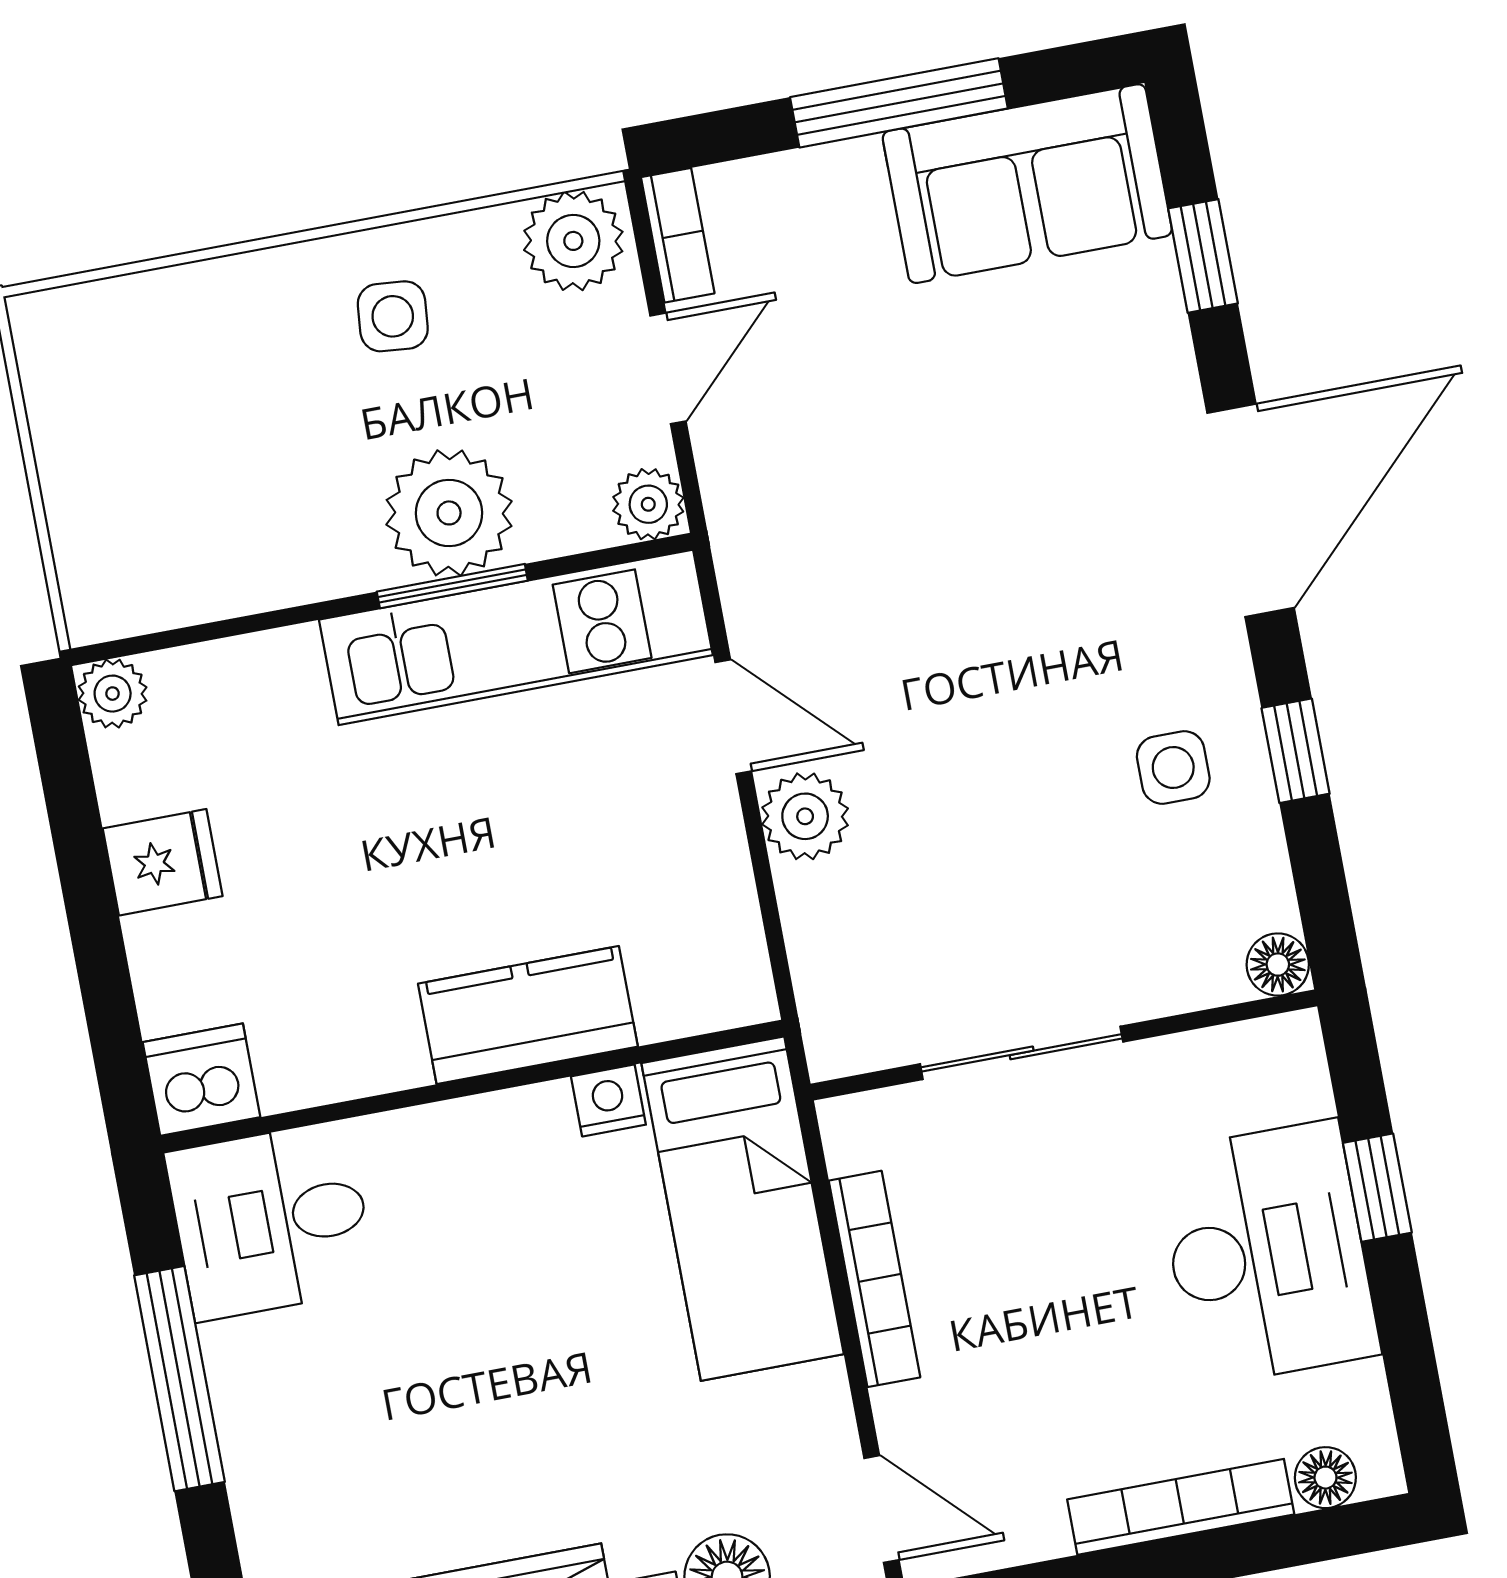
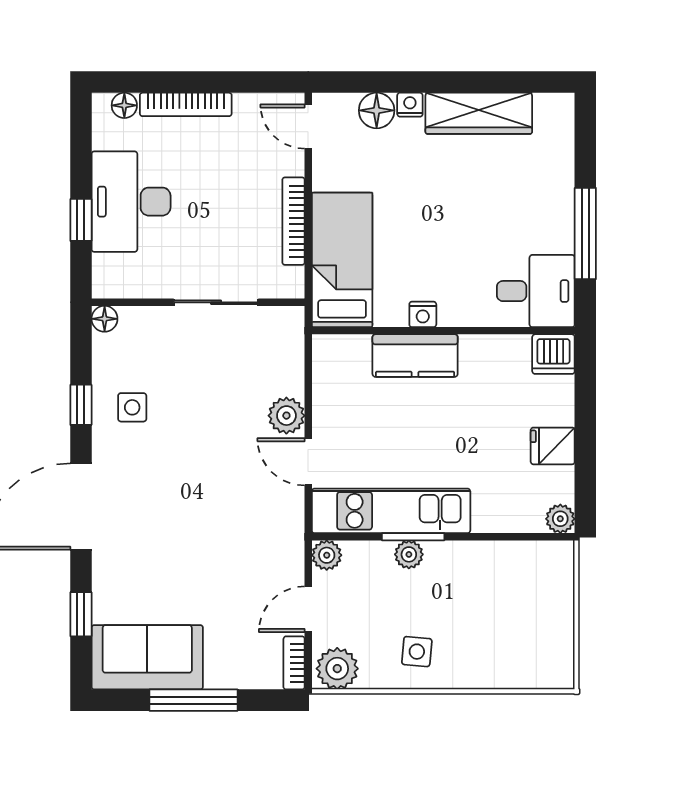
plant: (449, 513) -> (409, 554), width x0.53, depth x0.53
nightstand: (608, 1101) -> (423, 314), moved

